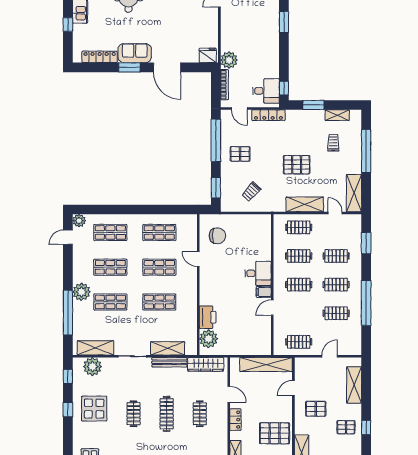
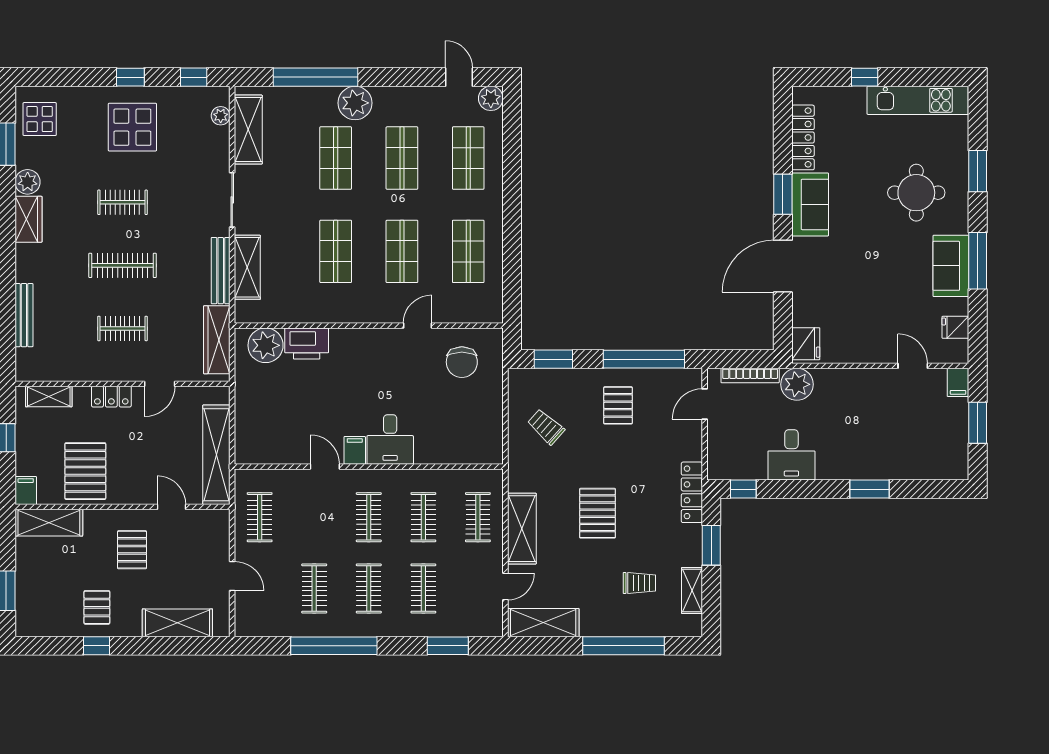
desk: (266, 91) -> (791, 455), moved
locker: (268, 115) -> (692, 492), moved
plant: (92, 367) -> (221, 116), width x0.53, depth x0.53

